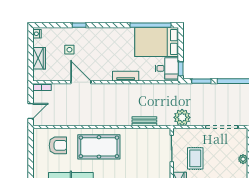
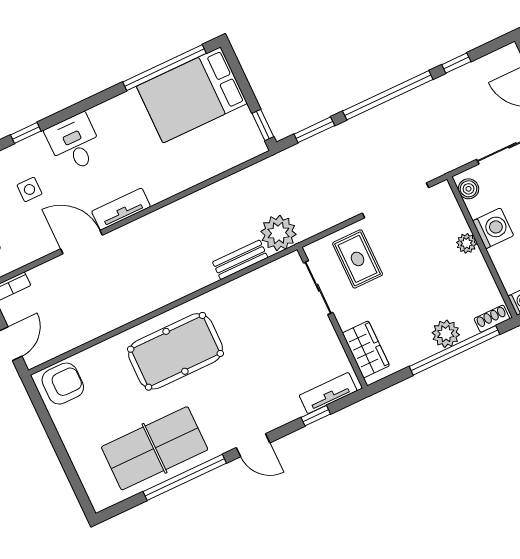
desk: (167, 68) -> (74, 143), moved, turned -90
tv unit: (126, 76) -> (121, 209), moved
plant: (182, 117) -> (278, 233), moved
armchair: (58, 145) -> (63, 384), moved
rug: (195, 158) -> (358, 259), moved

